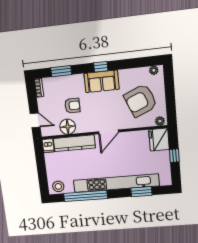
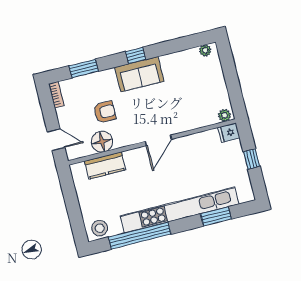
armchair: (141, 101) -> (195, 92), removed
fridge: (159, 140) -> (229, 133), width x0.53, depth x0.75
kitchen counter: (74, 143) -> (105, 165), width x0.67
dishwasher: (48, 146) -> (78, 172), removed

